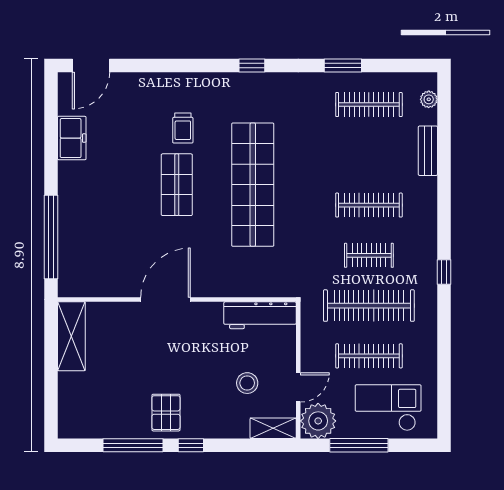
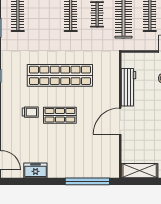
door: (166, 299) -> (120, 121), hinge flipped
workbench: (260, 315) -> (129, 87), moved

